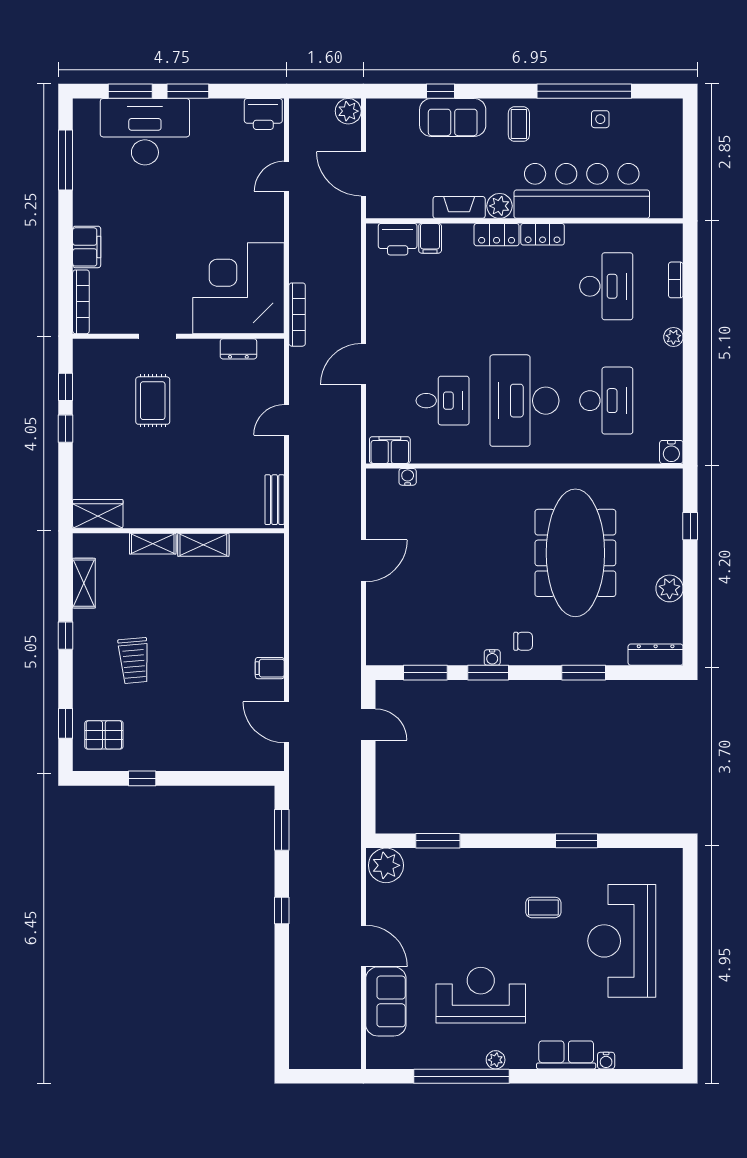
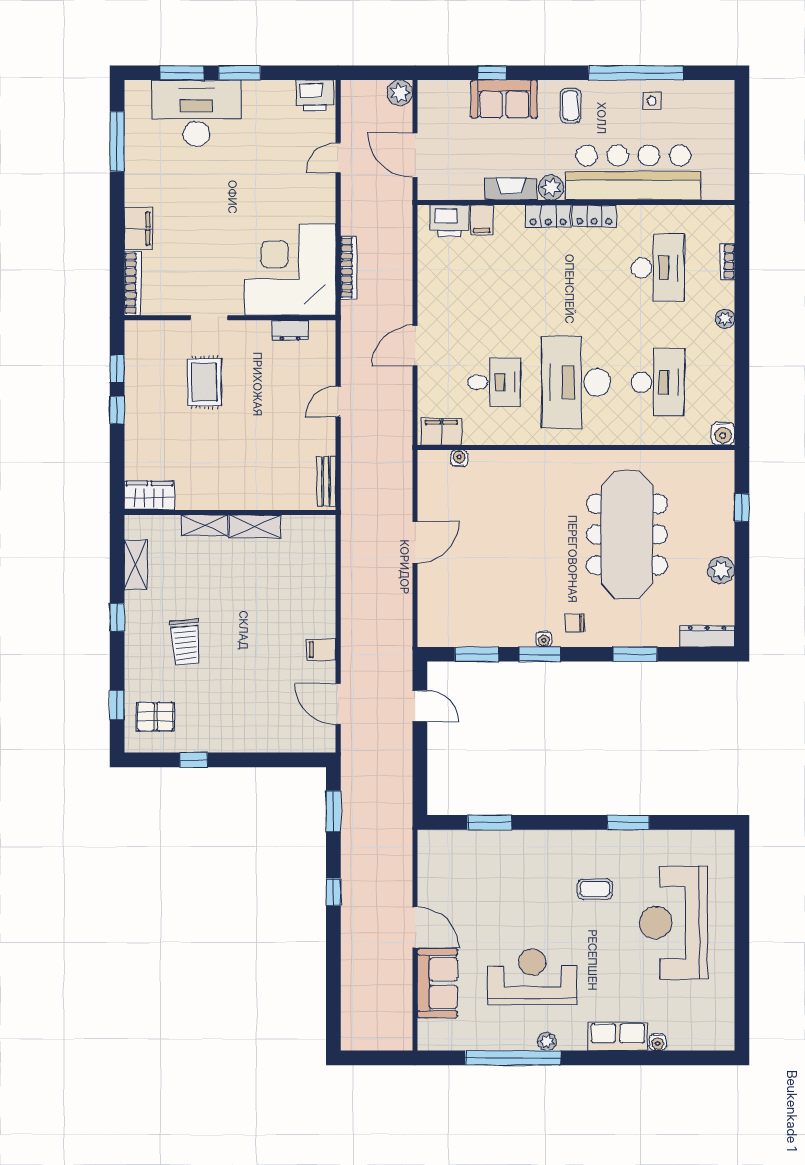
bookcase: (297, 315) -> (349, 268), moved
chair: (523, 641) -> (575, 623), turned 180
plant: (386, 865) -> (438, 847), removed

